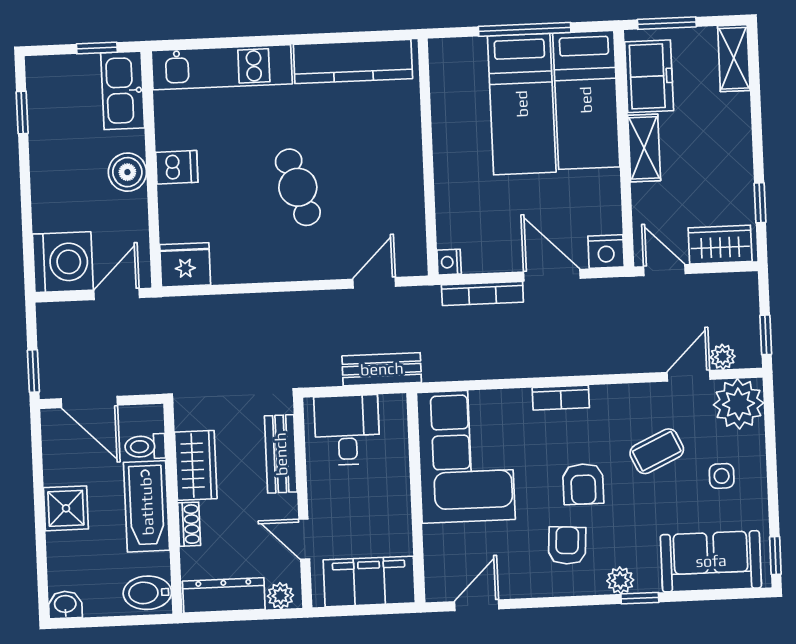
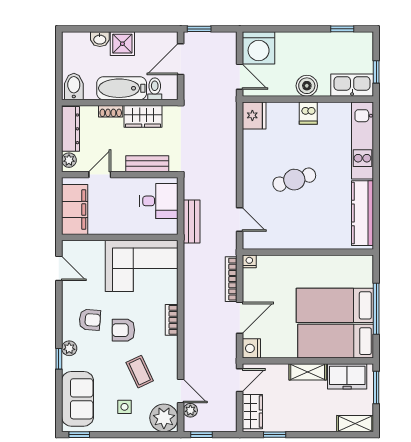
washbasin: (65, 605) -> (100, 39), moved, turned 90

